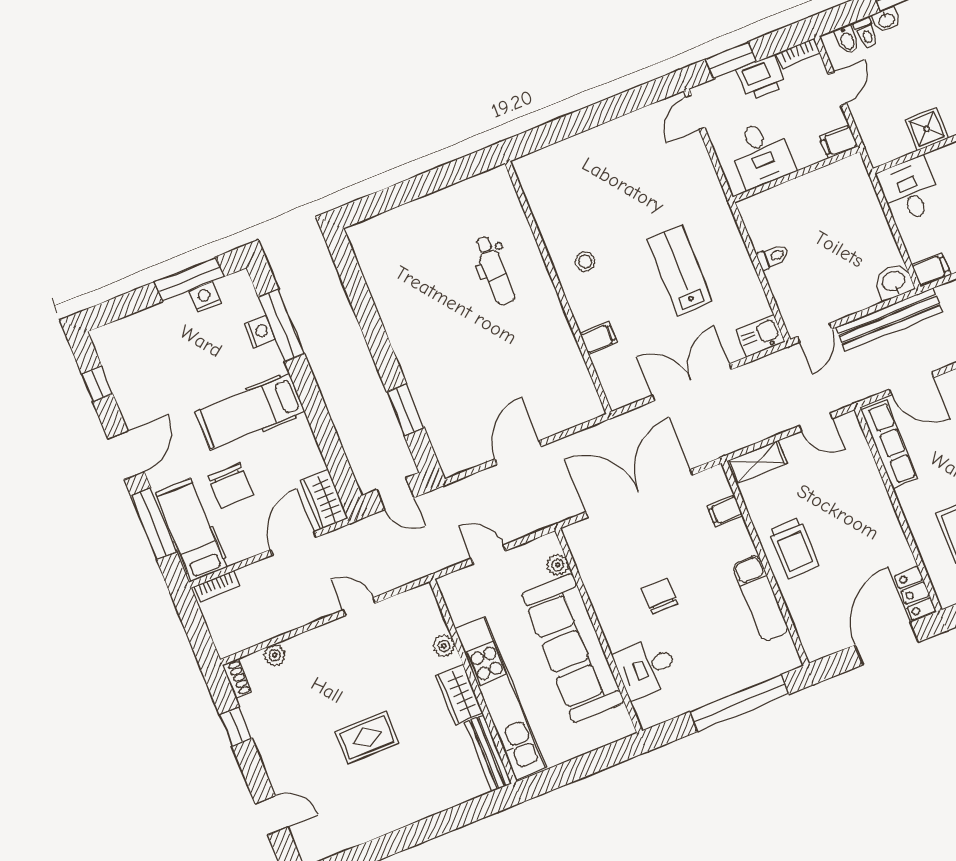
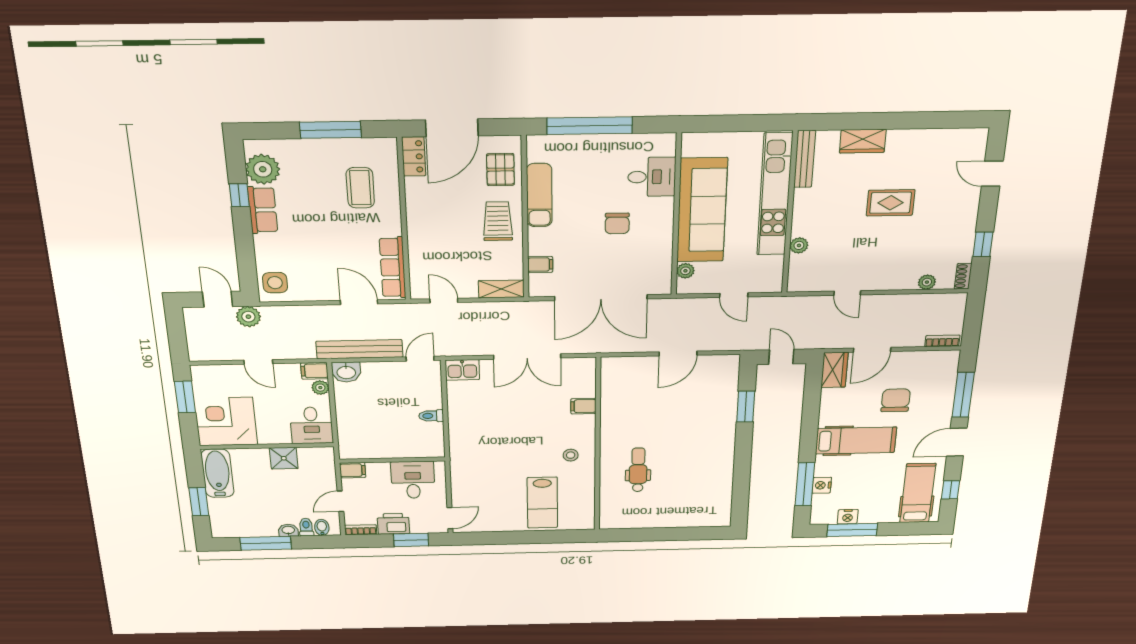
plant: (917, 249) -> (320, 388), added
lab bench: (680, 270) -> (542, 503), moved
hospital bed: (191, 530) -> (918, 493), moved, turned 180
pallet: (815, 613) -> (500, 170), added
wardrobe: (459, 694) -> (863, 141), moved, turned 90

